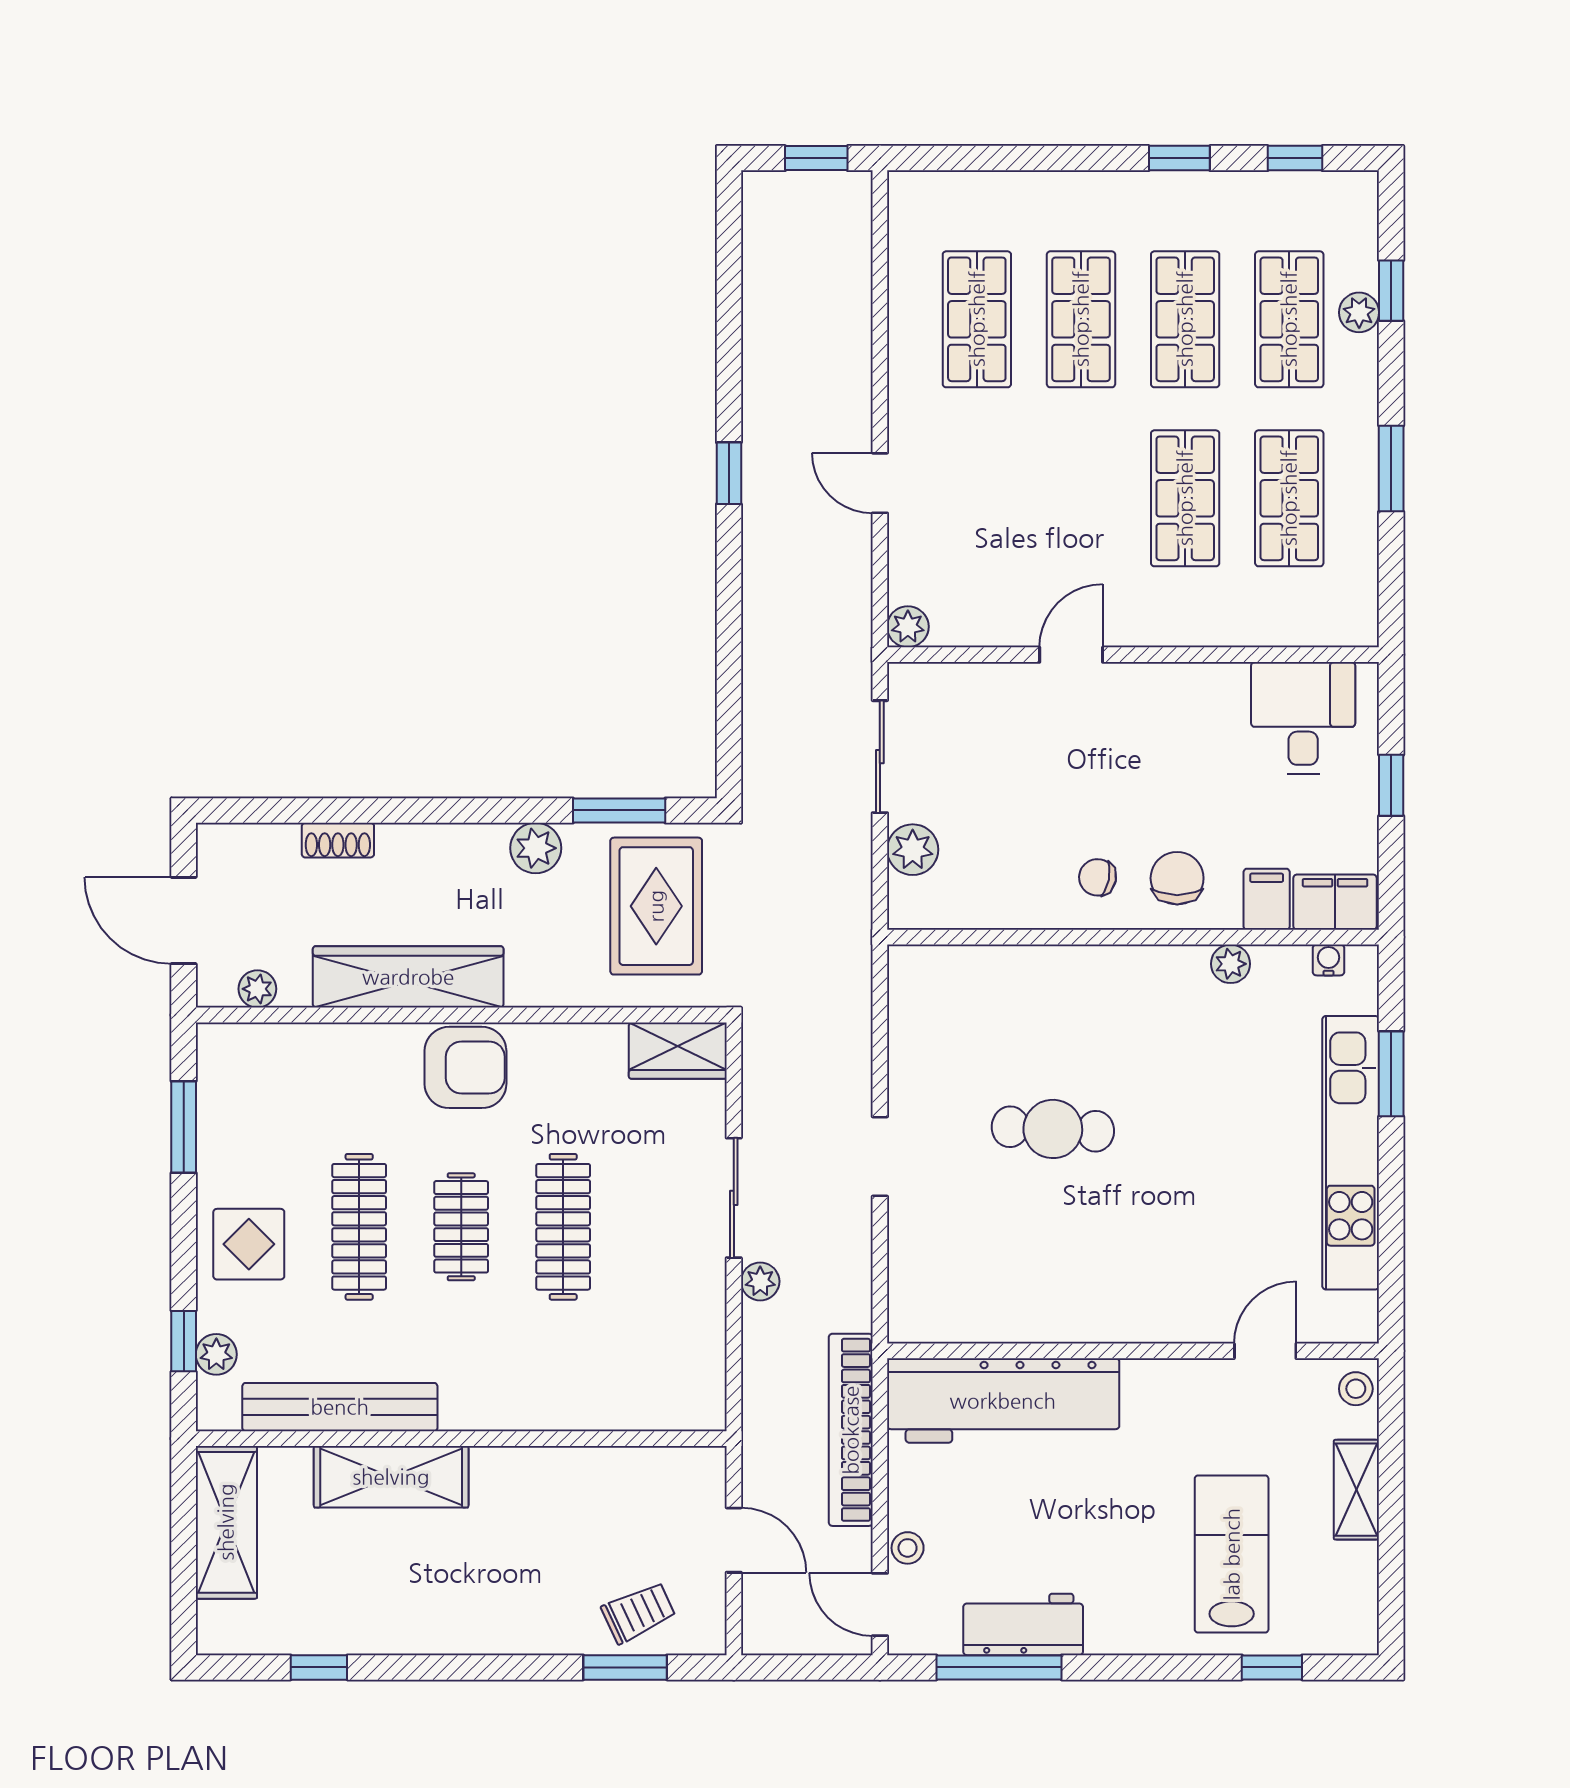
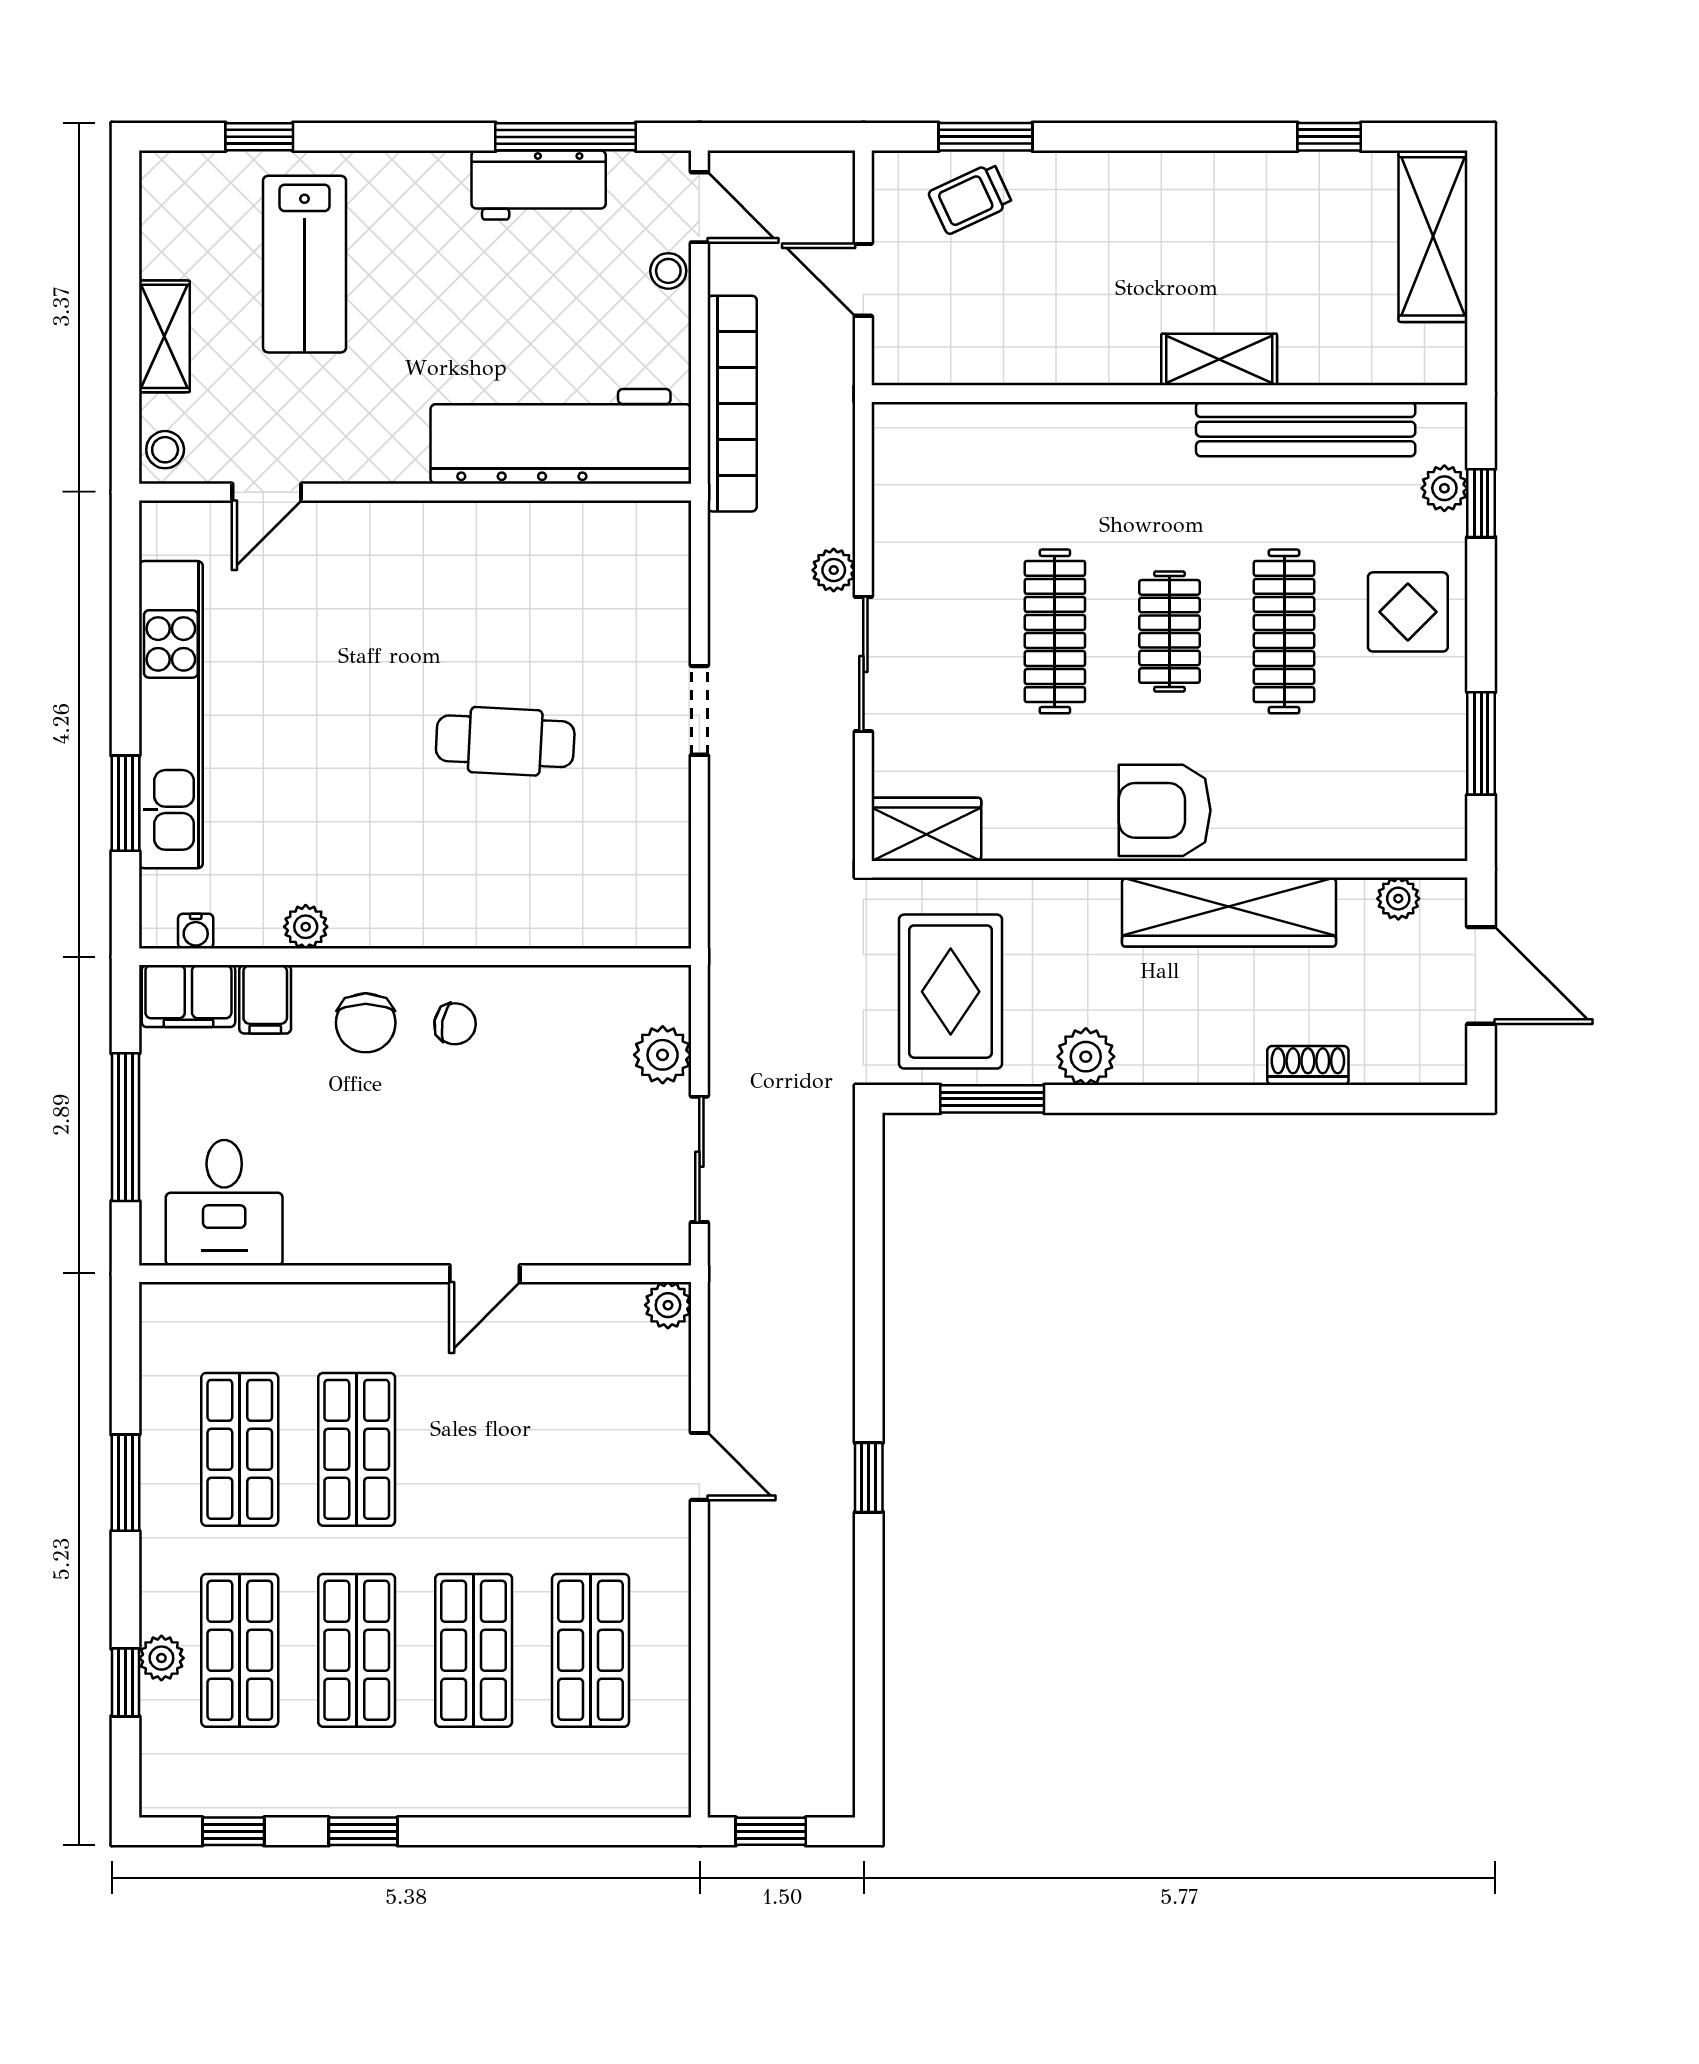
window: (1391, 785) -> (125, 1127), width x2.17
shelving: (391, 1477) -> (1219, 360), width x0.67, depth x0.75
shelving: (226, 1522) -> (1433, 236), moved

